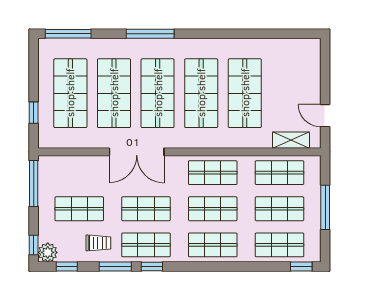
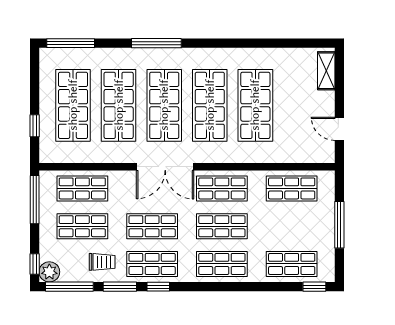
shelving: (291, 140) -> (326, 71), moved, turned 90
double door: (137, 152) -> (165, 167), moved
shop shelf: (280, 209) -> (82, 188), moved
window: (67, 267) -> (69, 287), width x2.17

